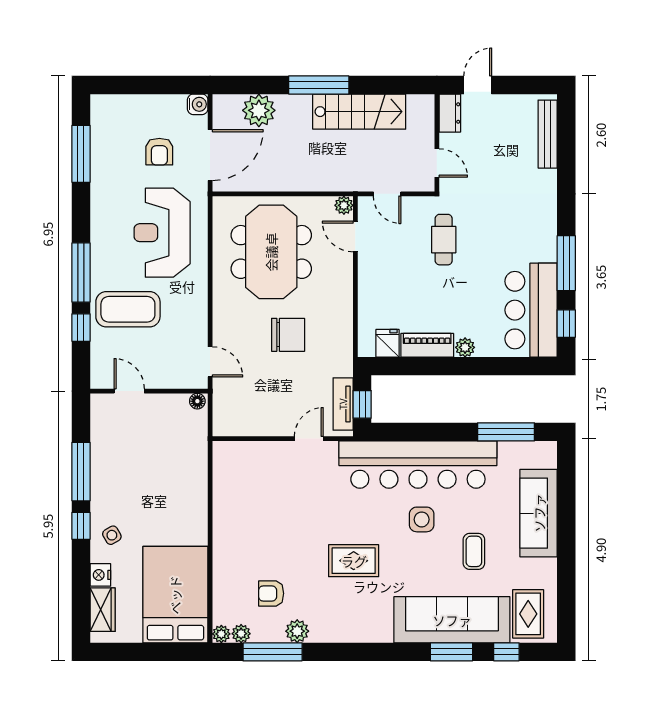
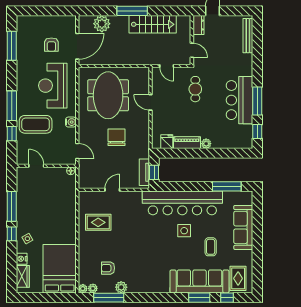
water cooler: (198, 104) -> (71, 122), moved
plant: (344, 205) -> (145, 72), removed
door: (355, 236) -> (151, 102), moved
bar counter: (531, 310) -> (239, 100), moved
chair: (288, 335) -> (117, 137), turned -90
door: (309, 439) -> (112, 190), moved
rug: (354, 561) -> (98, 222), moved

